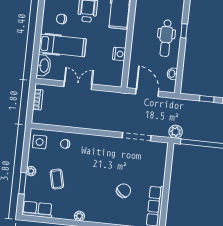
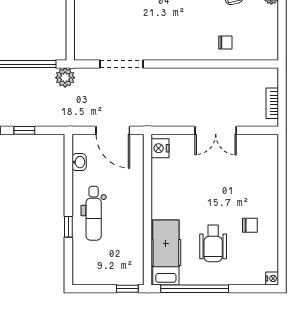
dental chair: (166, 38) -> (94, 213), turned 180
hospital bed: (62, 45) -> (244, 187), removed
nightstand: (119, 54) -> (160, 148), moved
washbasin: (44, 66) -> (269, 154), removed
side table: (40, 142) -> (263, 41), removed

